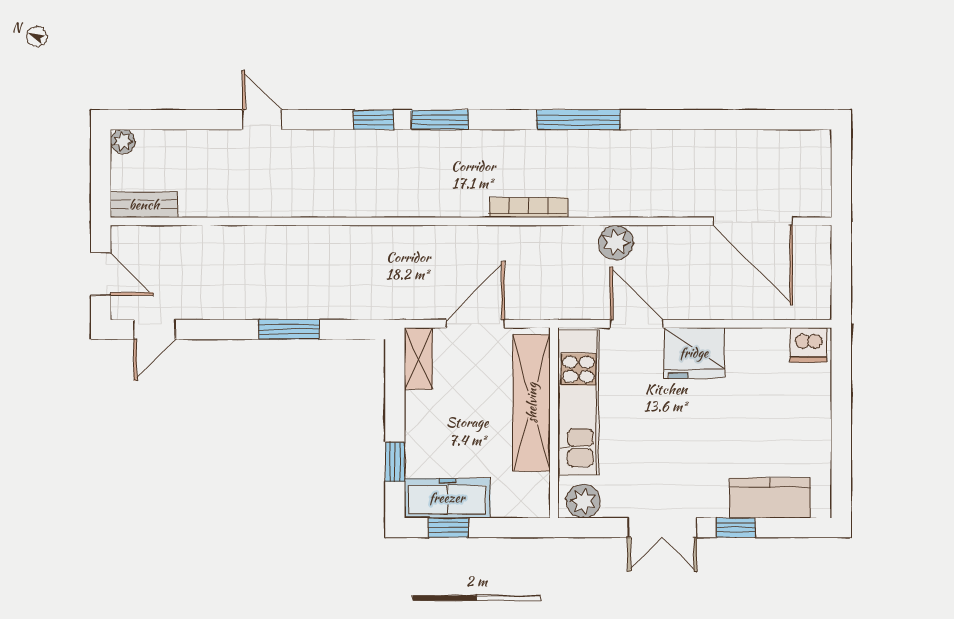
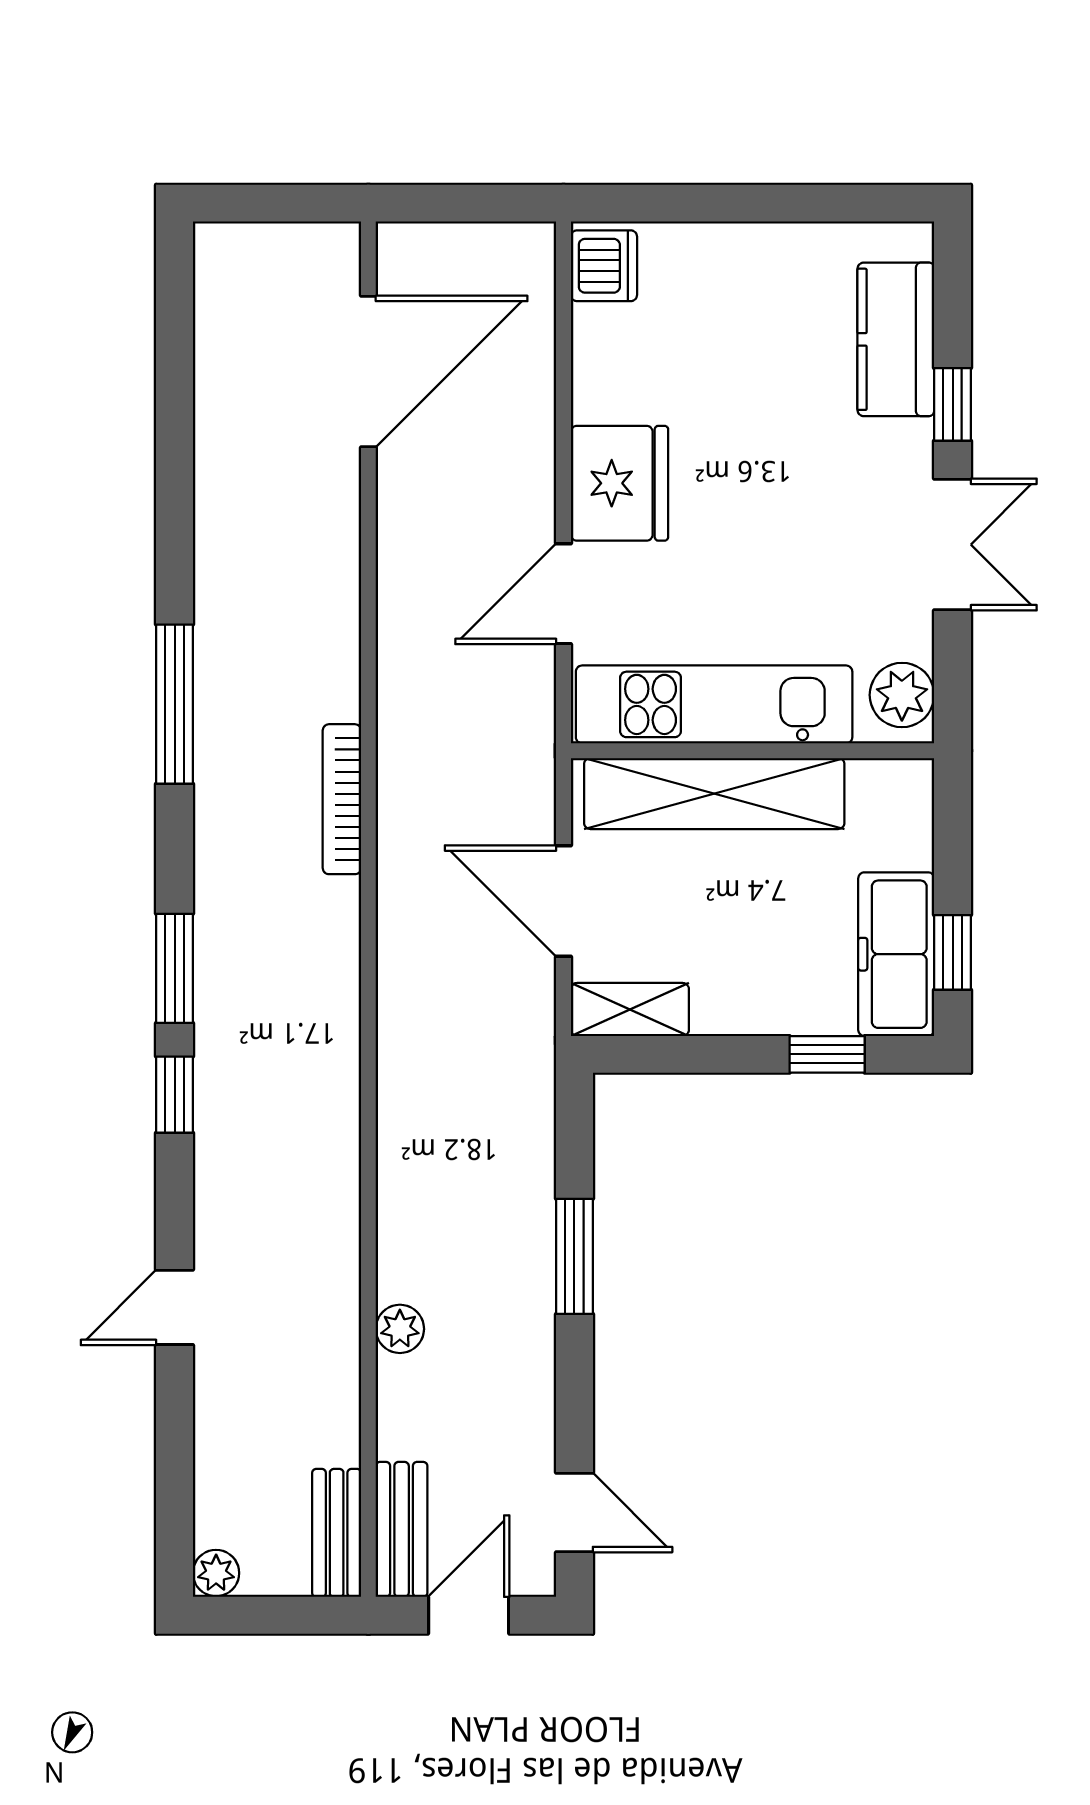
bench: (146, 239) -> (402, 1529), added
plant: (616, 243) -> (400, 1329), moved, width x0.73, depth x0.73

